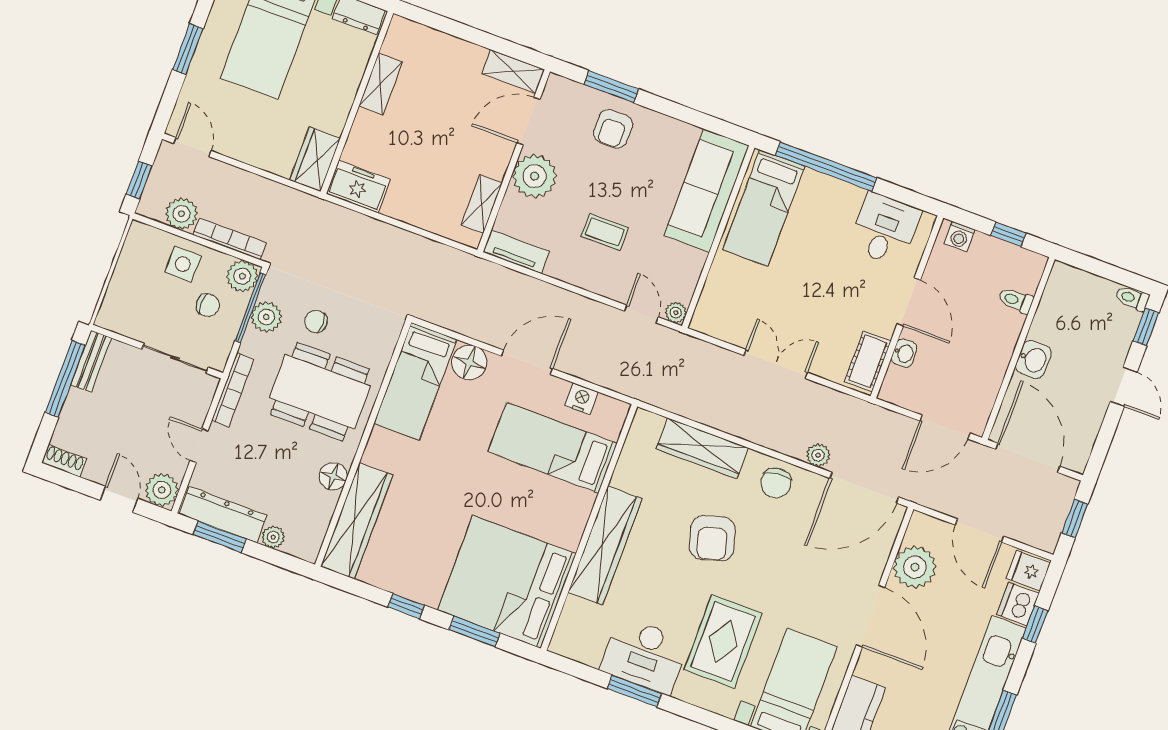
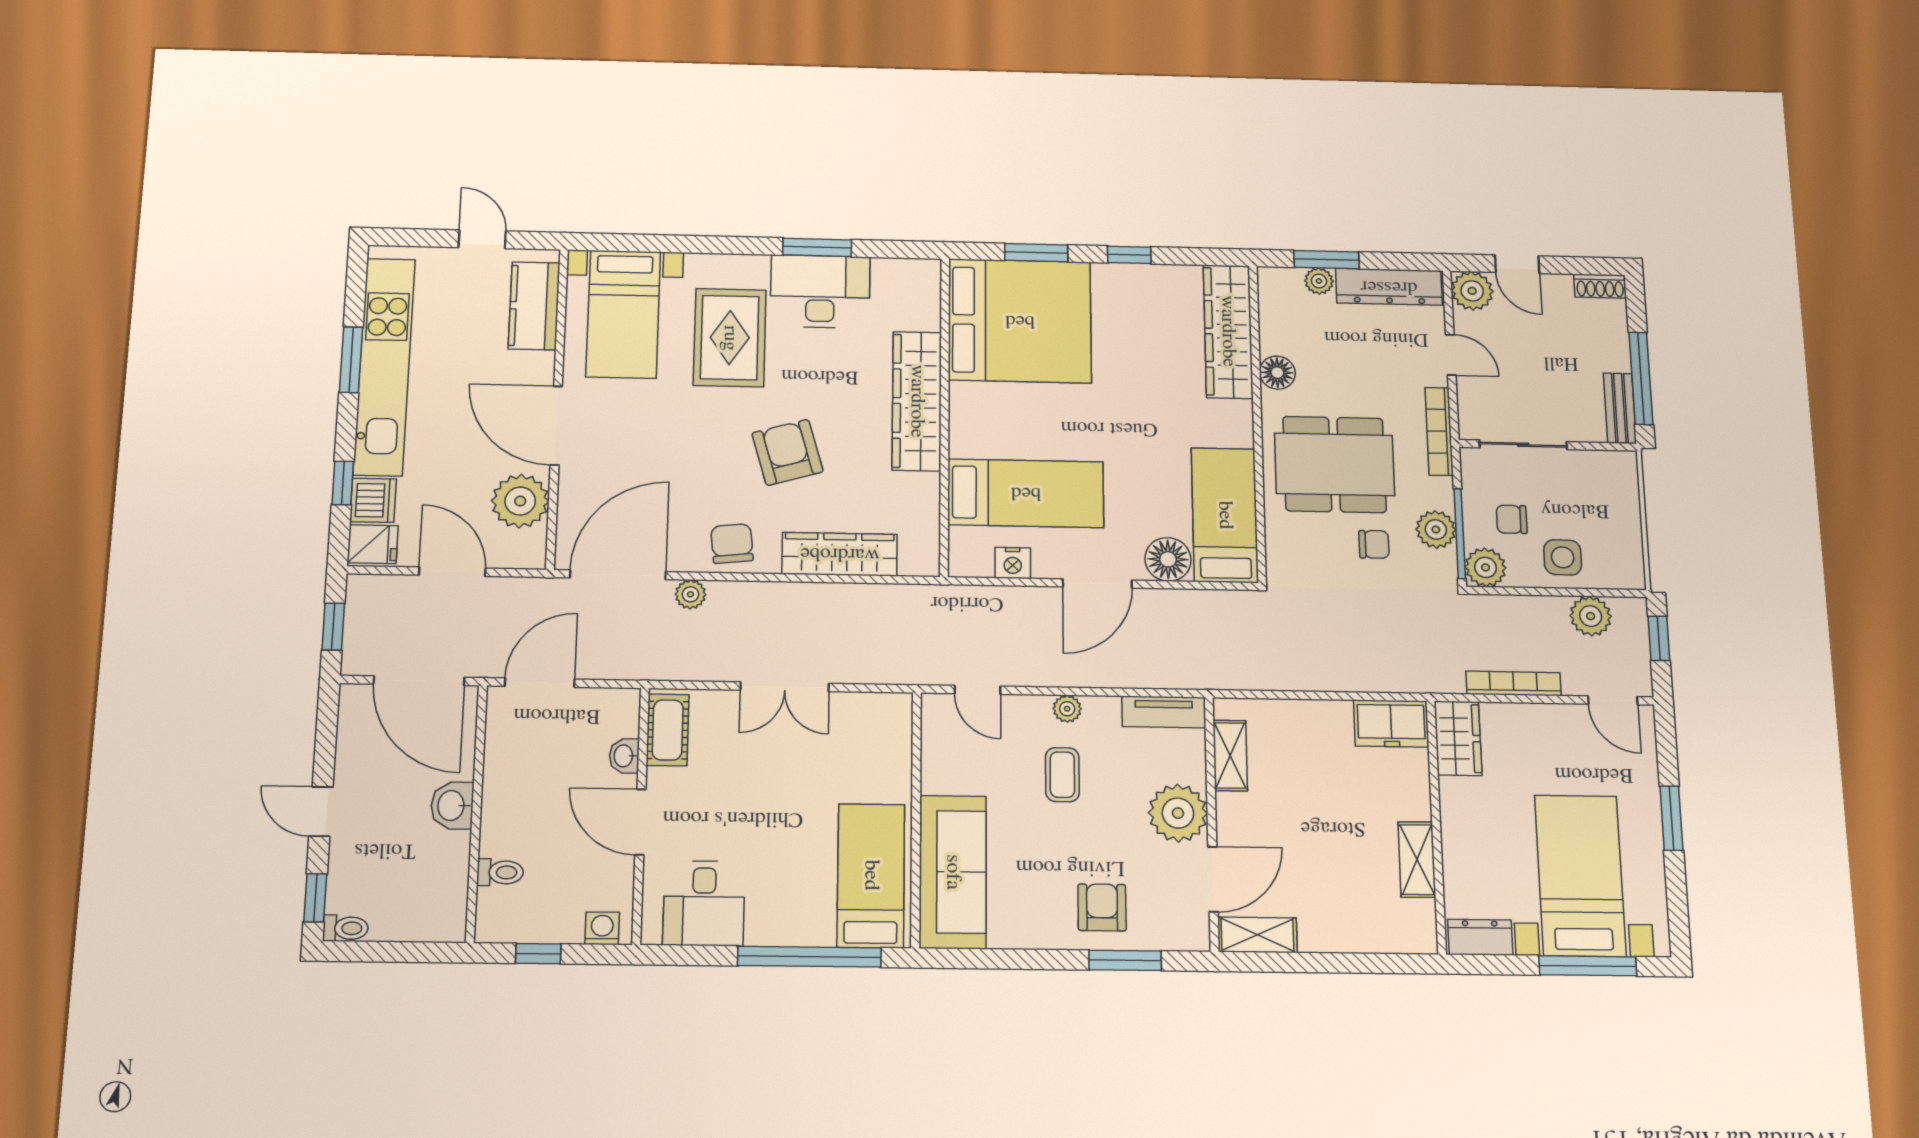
coffee table: (605, 232) -> (1062, 775), turned 90
bookcase: (230, 239) -> (1514, 683), moved, turned 180
plant: (676, 313) -> (1067, 709), moved
window: (220, 537) -> (1326, 260), moved

